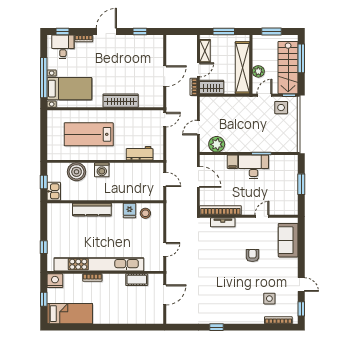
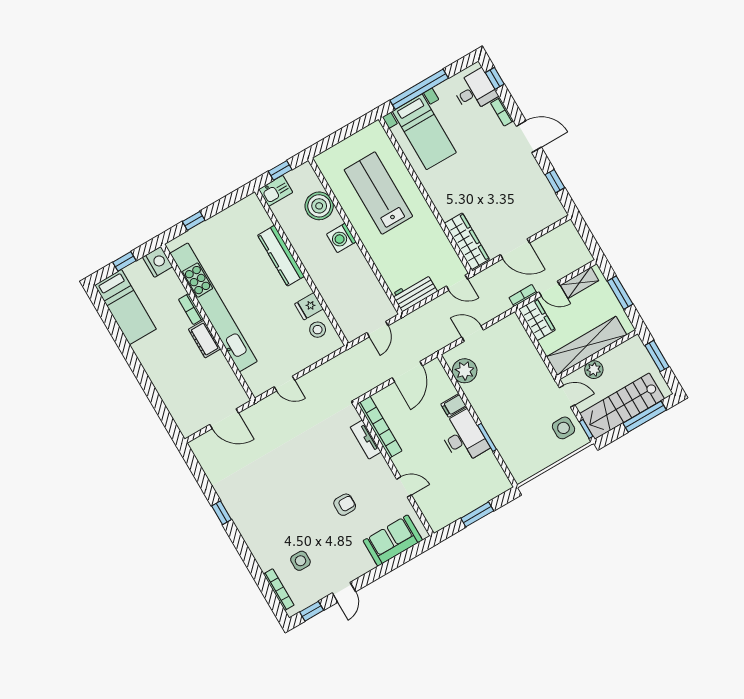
wardrobe: (121, 101) -> (467, 241), moved
workbench: (140, 153) -> (415, 293), moved, turned -90
cot: (137, 280) -> (205, 339), moved

